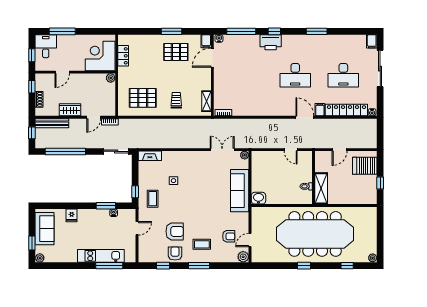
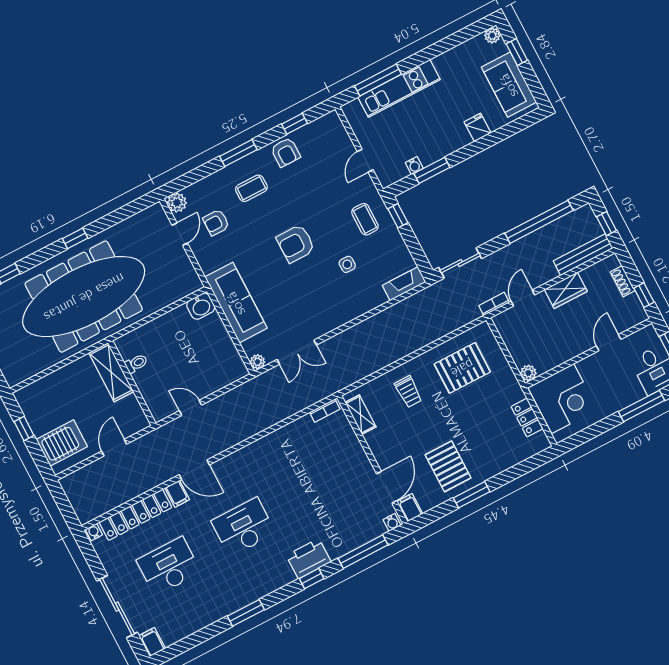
pallet: (176, 52) -> (448, 466), turned 90
armchair: (175, 231) -> (296, 244), moved

